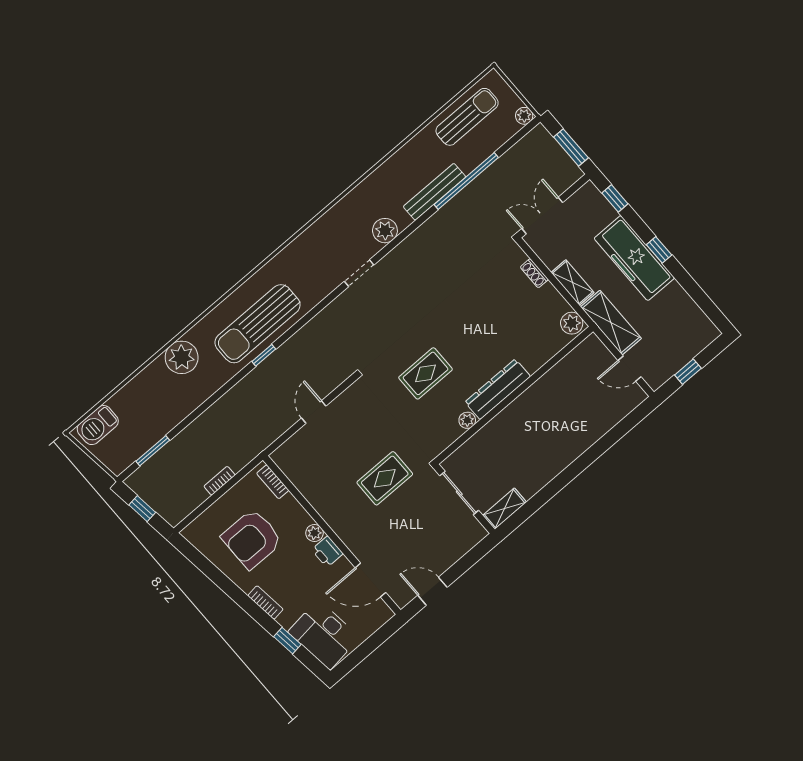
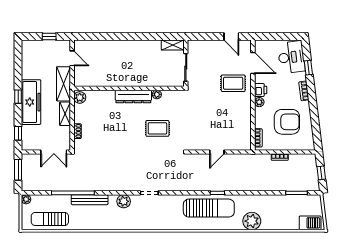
rug: (385, 478) -> (233, 83), moved

